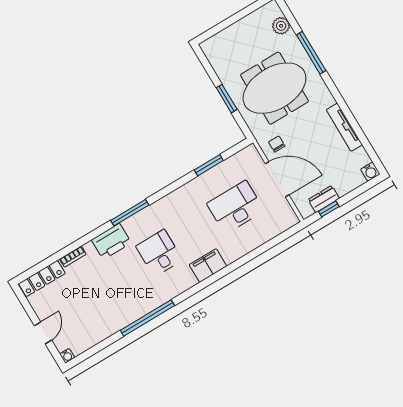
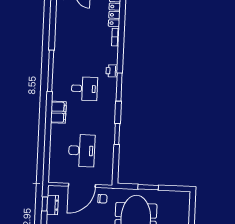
window: (209, 165) -> (117, 134), moved
printer: (111, 241) -> (112, 71), width x0.53, depth x0.68
window: (147, 318) -> (51, 71), moved

